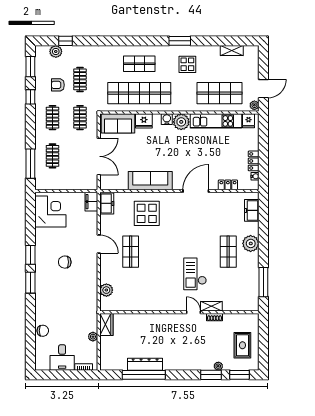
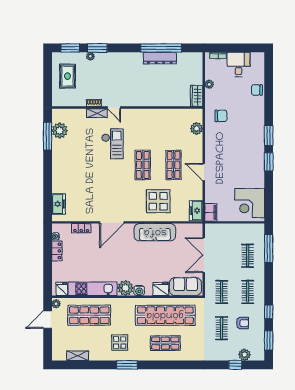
plant: (251, 243) -> (60, 131), moved
shop shelf: (228, 252) -> (143, 165), moved
chair: (65, 262) -> (221, 116), moved

